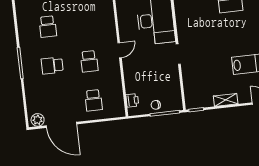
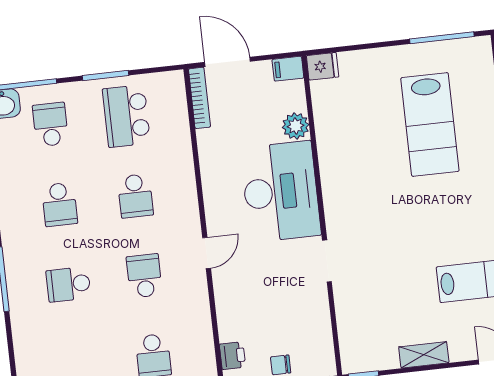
school desk: (85, 22) -> (135, 196), added
school desk: (89, 61) -> (144, 276), turned 180

